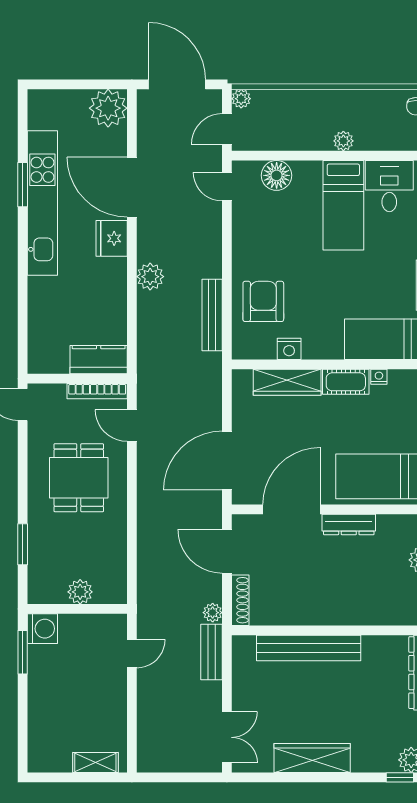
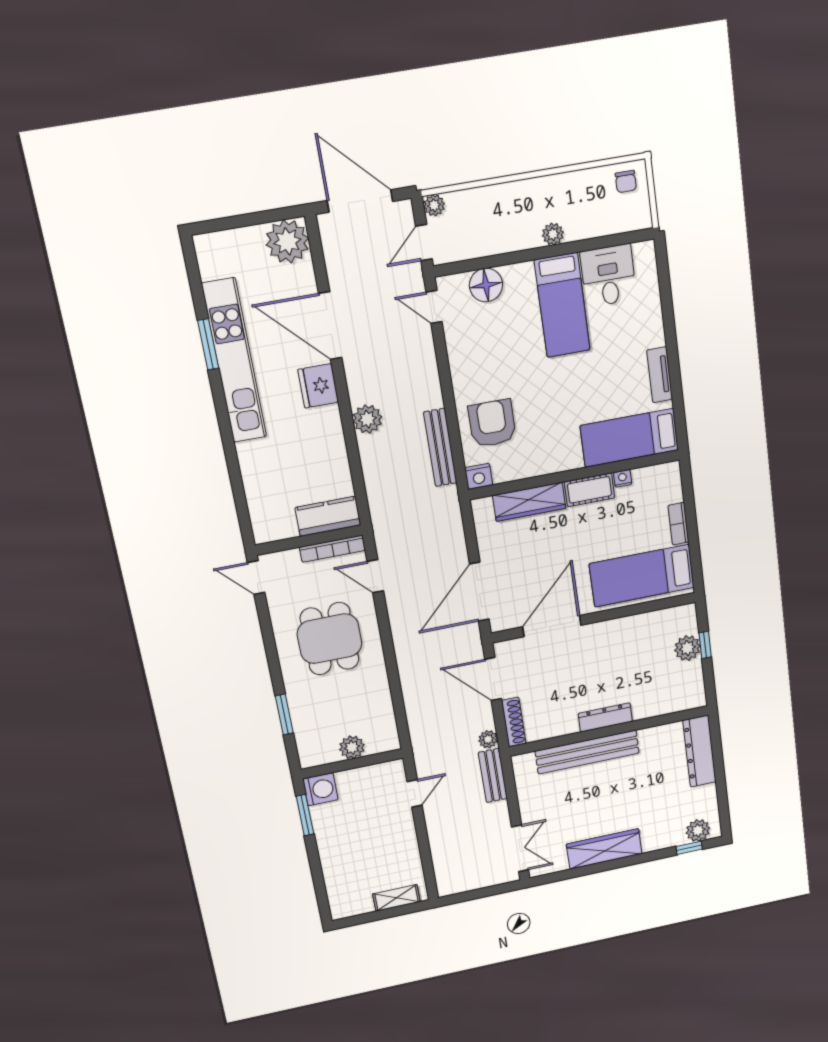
nightstand: (289, 349) -> (479, 476), moved
dresser: (349, 524) -> (605, 717), moved, turned 180

